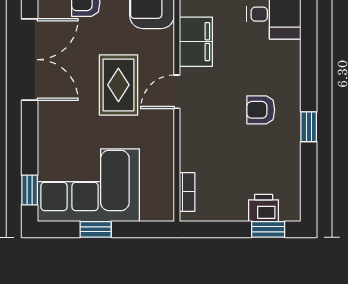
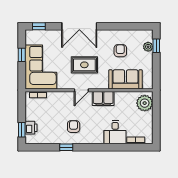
double door: (30, 60) -> (79, 26), moved
door: (177, 92) -> (81, 90), swing flipped
corner sofa: (88, 185) -> (41, 67), moved

